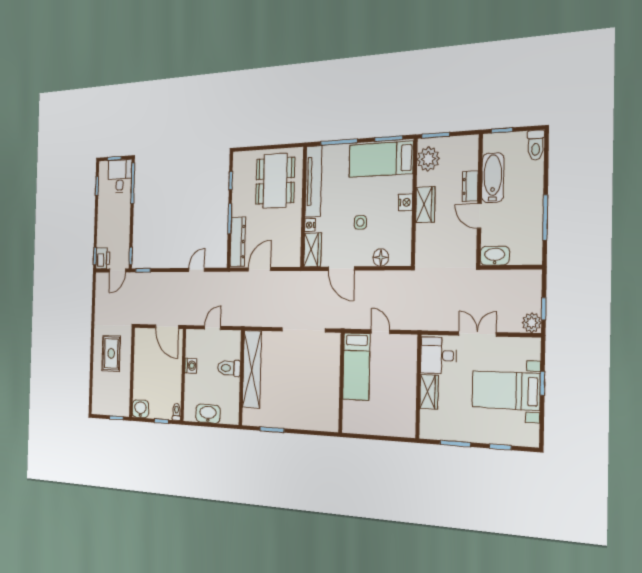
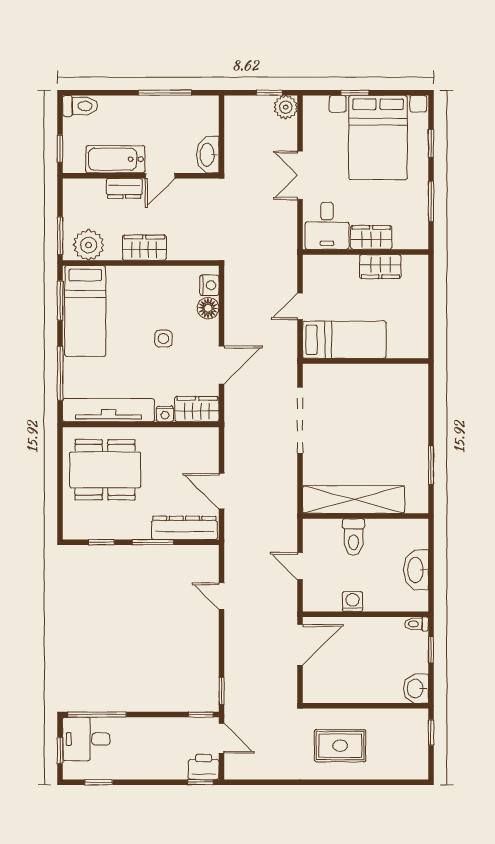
nightstand: (405, 202) -> (209, 285), moved, turned 90
bed with nightstands: (506, 390) -> (378, 138), width x1.36
wardrobe: (407, 398) -> (380, 267), added

